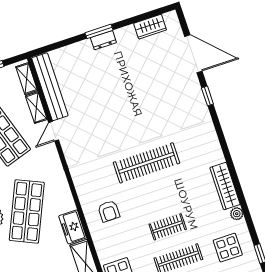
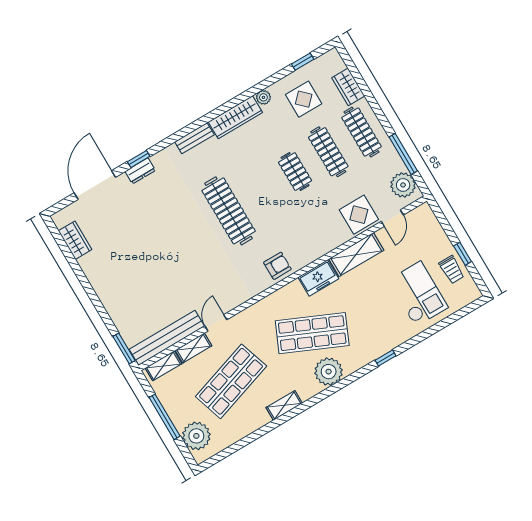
window: (99, 31) -> (124, 349), moved
dresser: (103, 40) -> (140, 171), moved, turned 90
door: (54, 131) -> (216, 323), swing flipped
bench: (215, 147) -> (194, 138), added
armchair: (109, 211) -> (277, 266), moved

